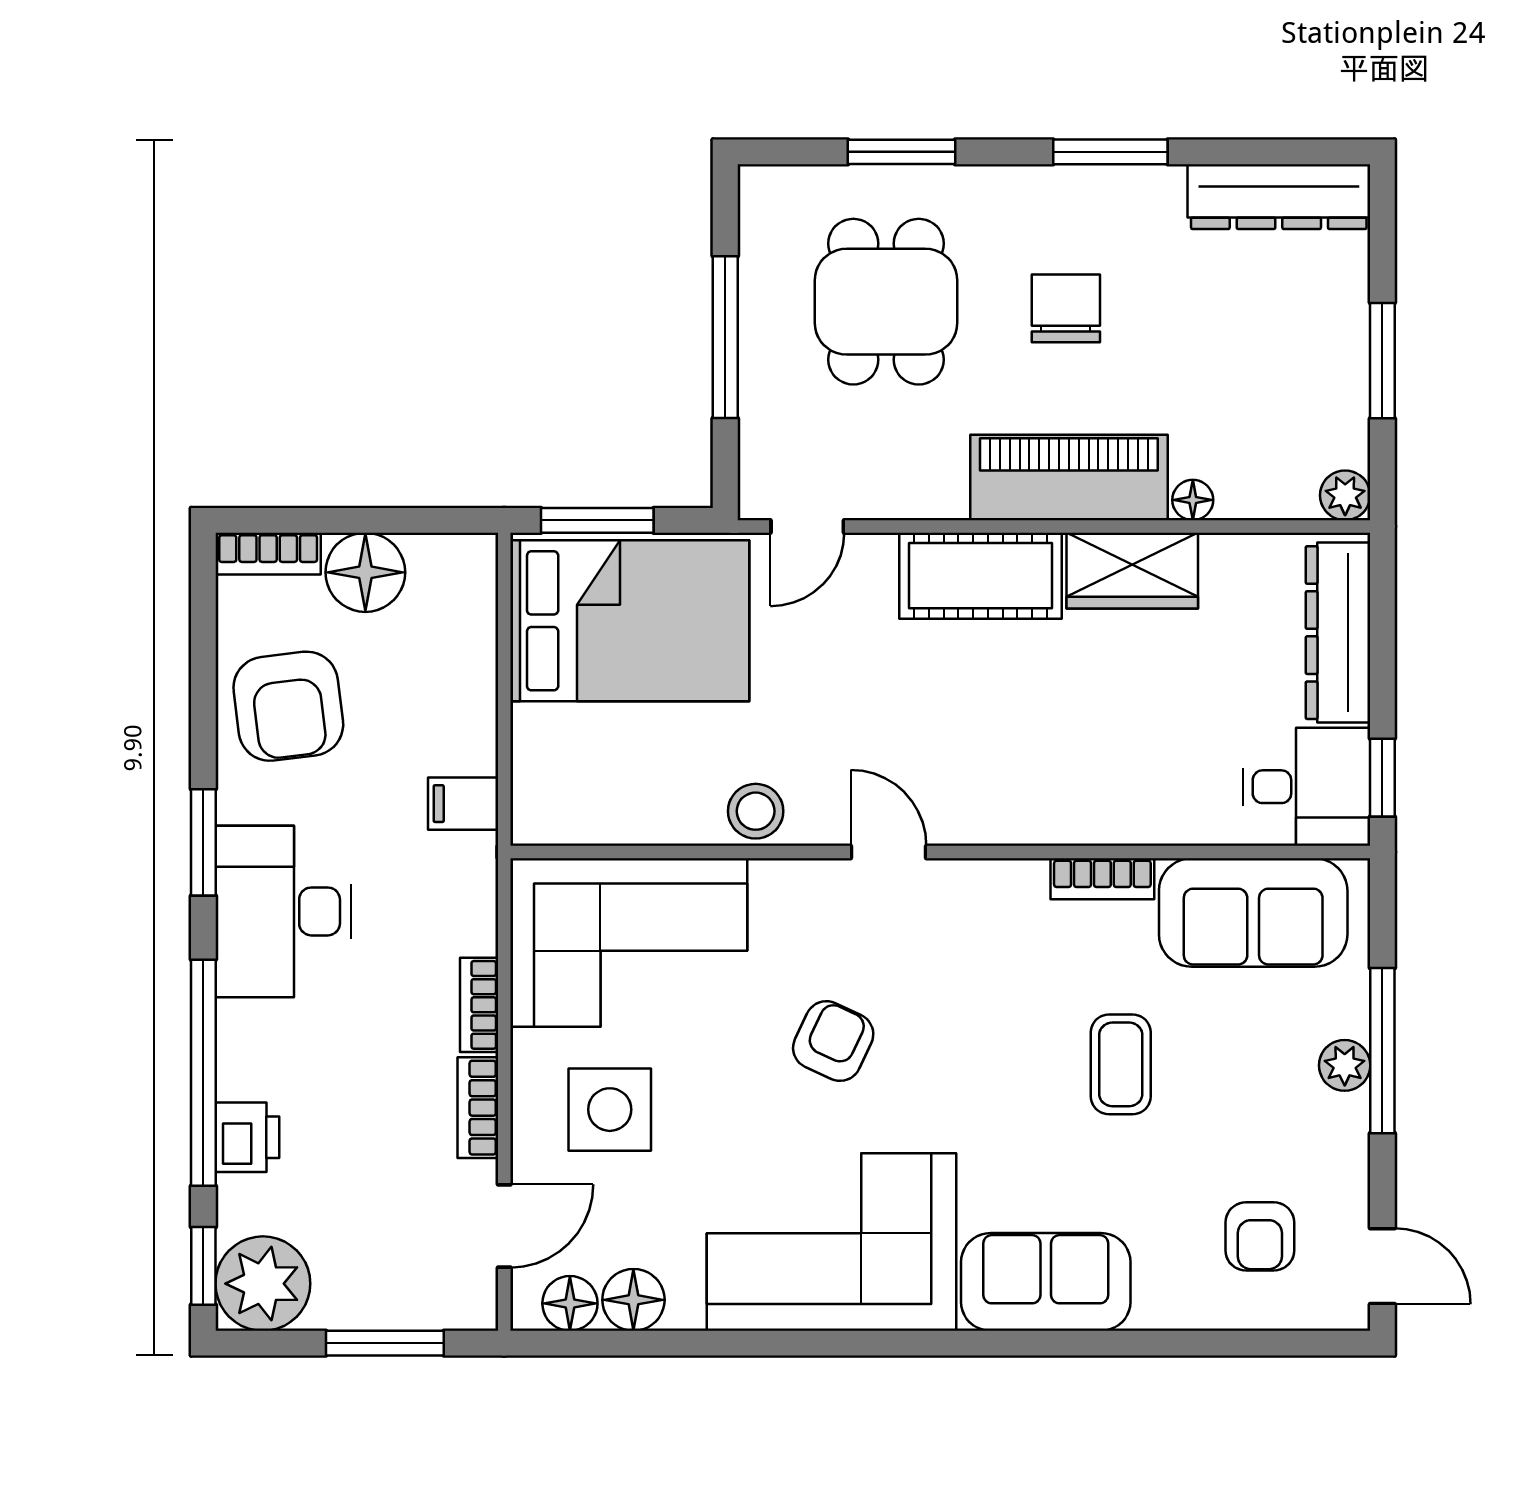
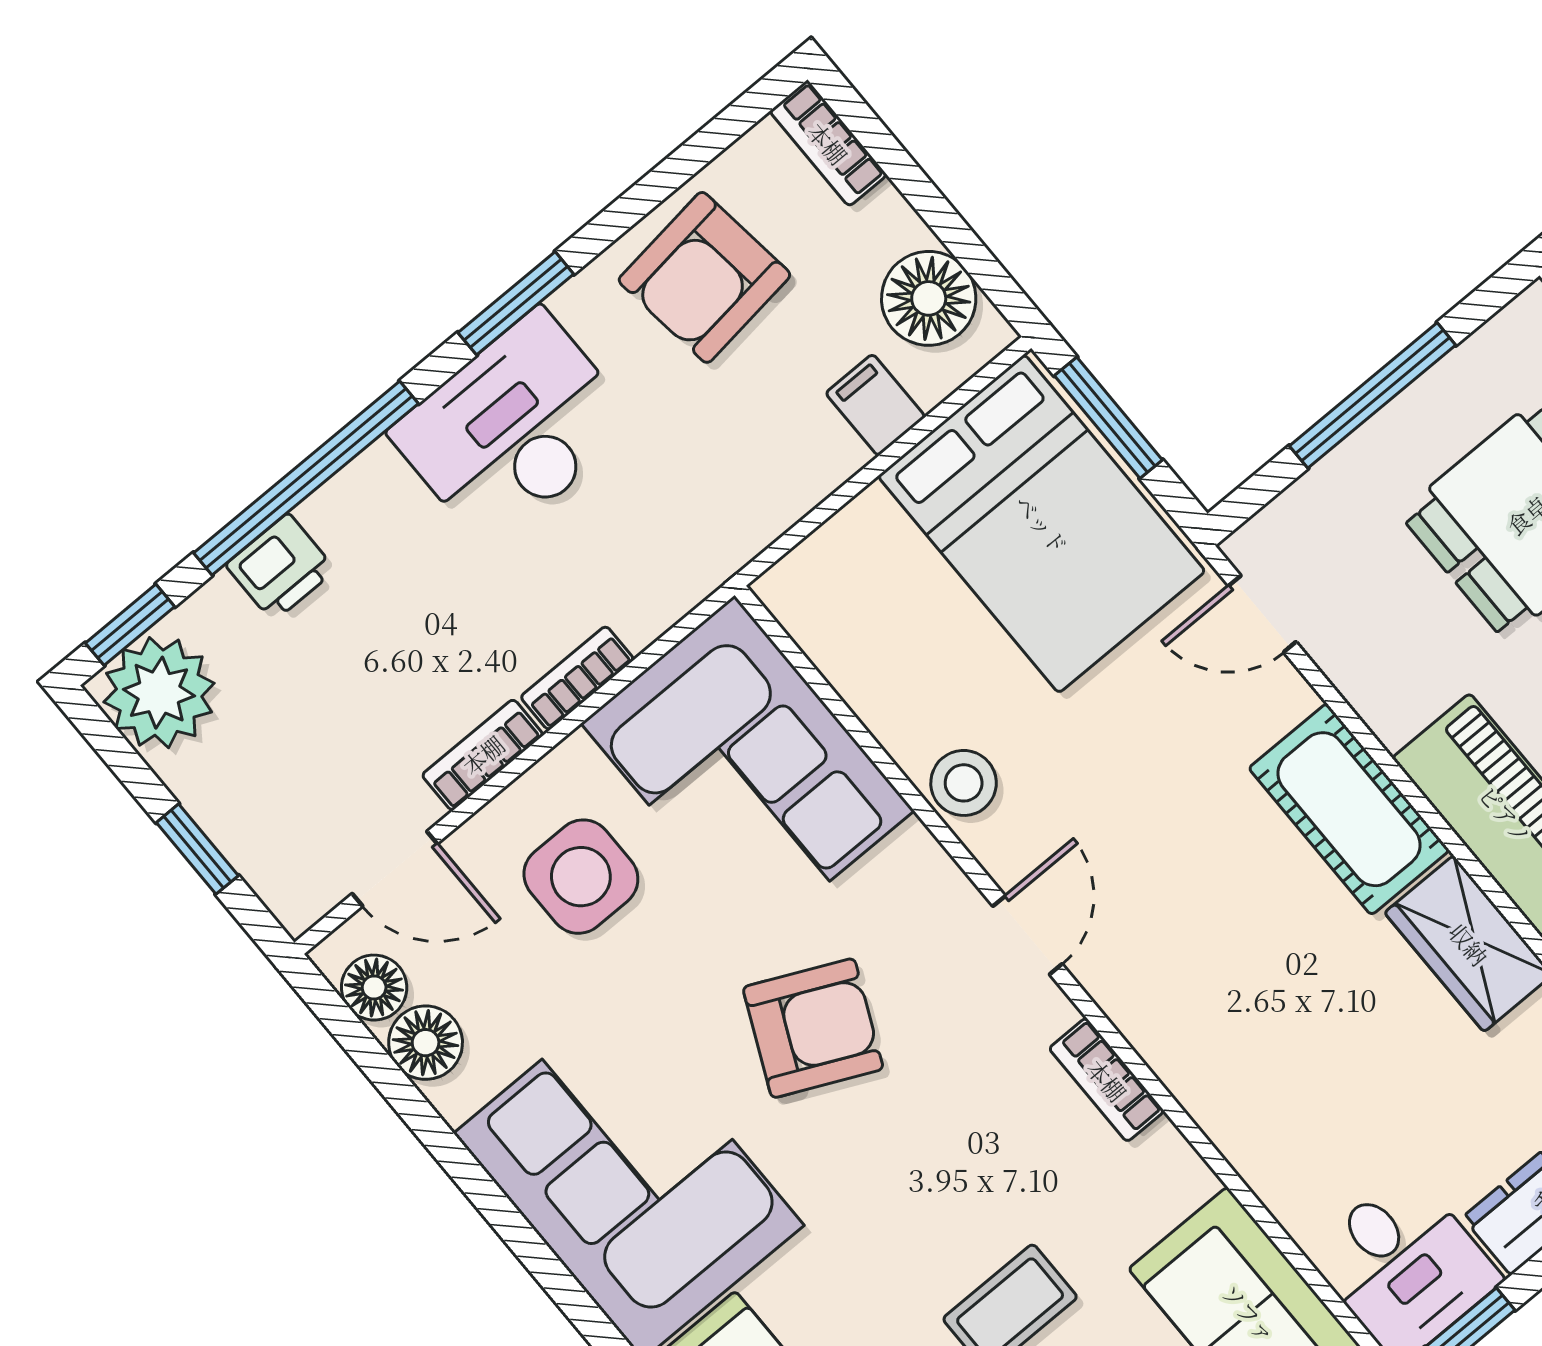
floor lamp: (365, 572) -> (929, 298), moved
filing cabinet: (463, 804) -> (875, 405), moved
bookcase: (1102, 879) -> (1107, 1080), moved
armchair: (833, 1041) -> (813, 1028), width x1.38, depth x1.38
window: (385, 1343) -> (197, 849), width x0.67

